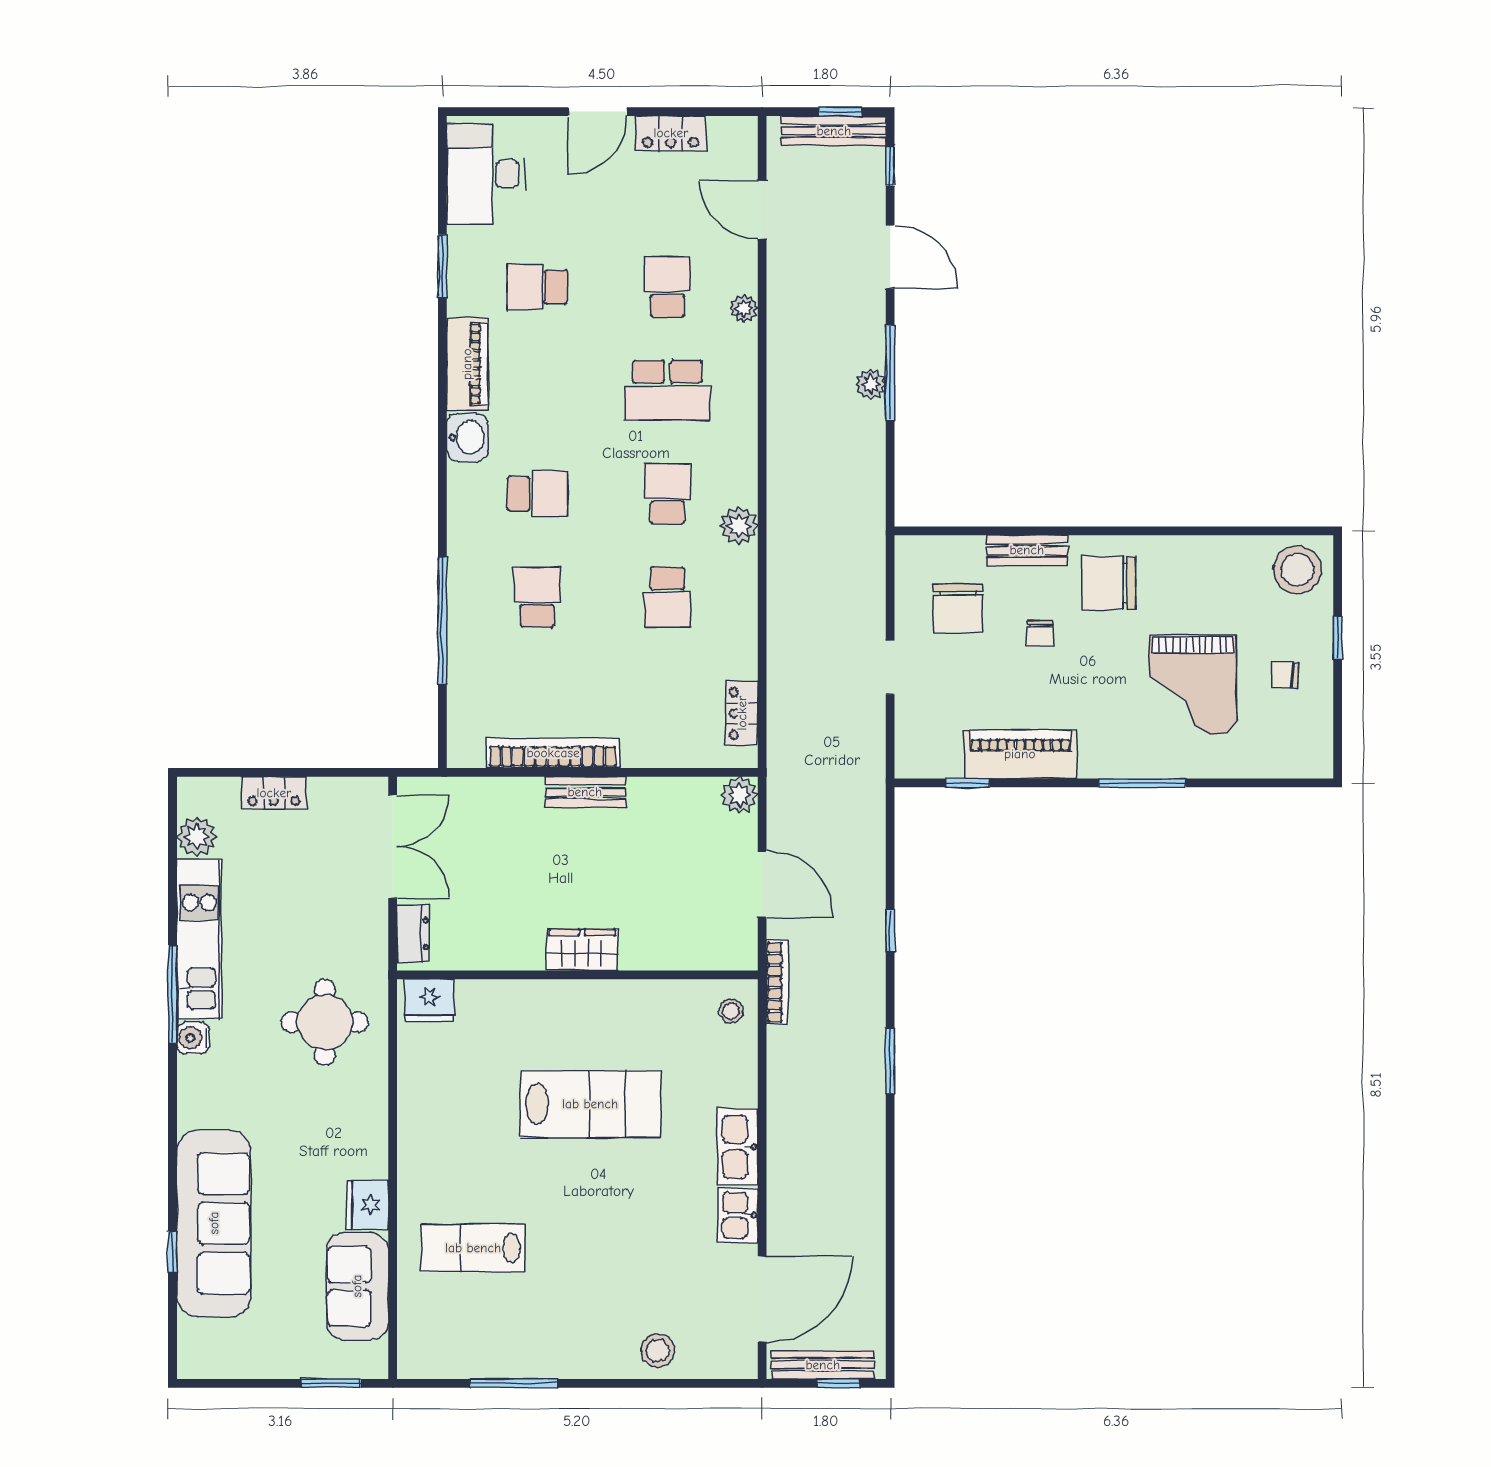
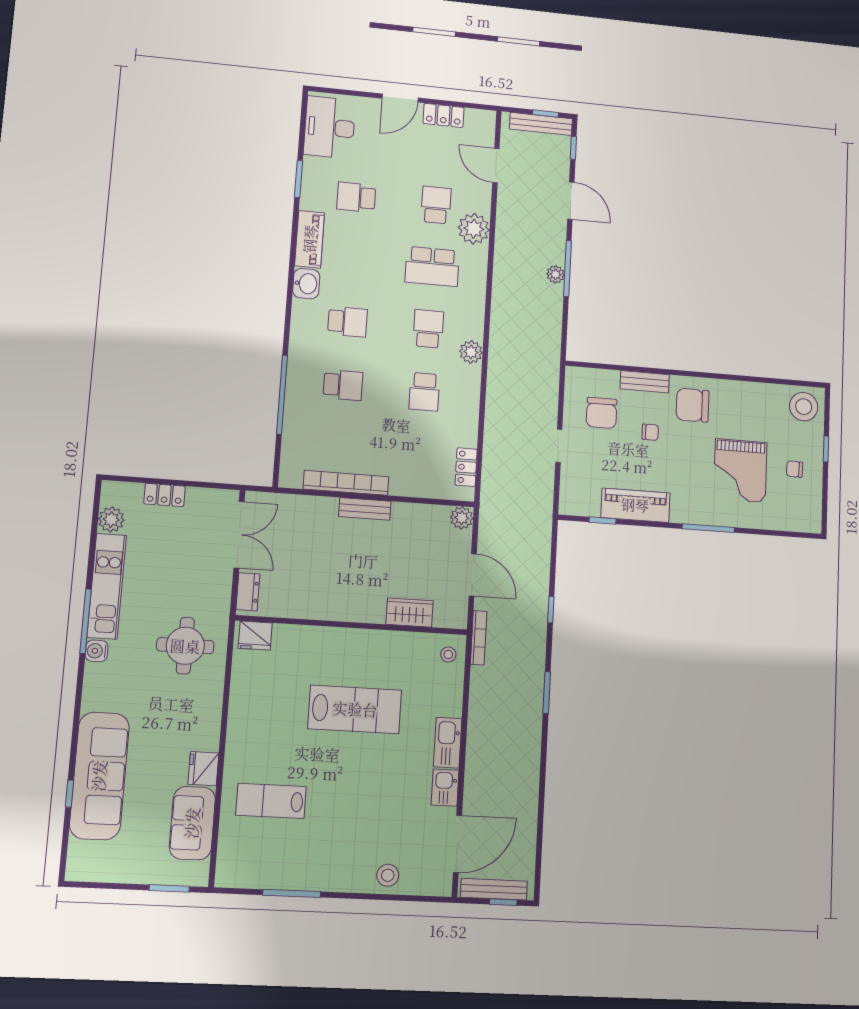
plant: (744, 308) -> (474, 229), width x1.87, depth x1.87
school desk: (537, 597) -> (343, 385), turned 90
chair: (1040, 633) -> (650, 432), turned -90
wardrobe: (582, 950) -> (409, 613), moved

